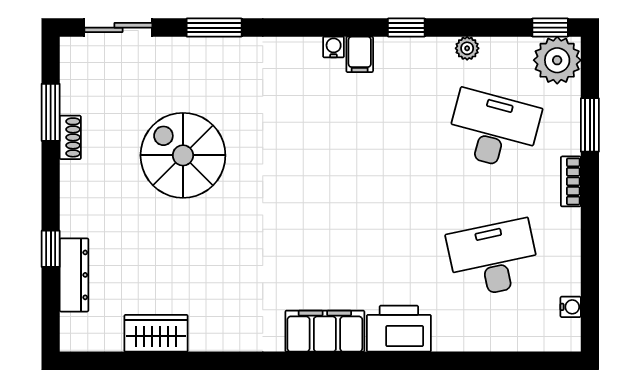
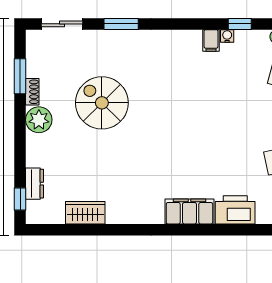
water cooler: (334, 47) -> (227, 36), moved
plant: (81, 183) -> (39, 120), added
window: (51, 249) -> (20, 199), moved
dresser: (74, 275) -> (35, 184), width x0.70

